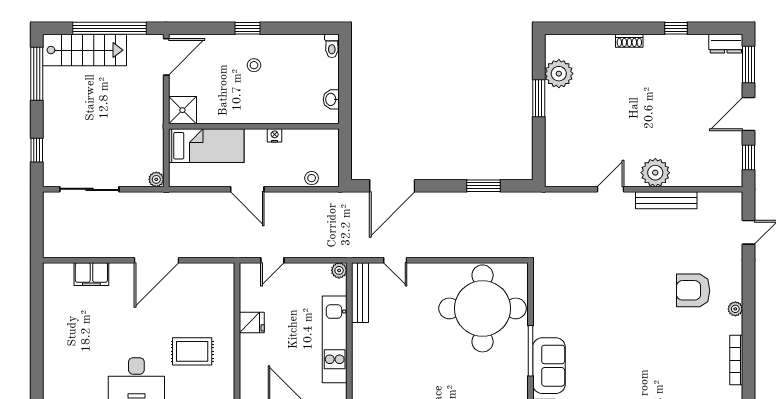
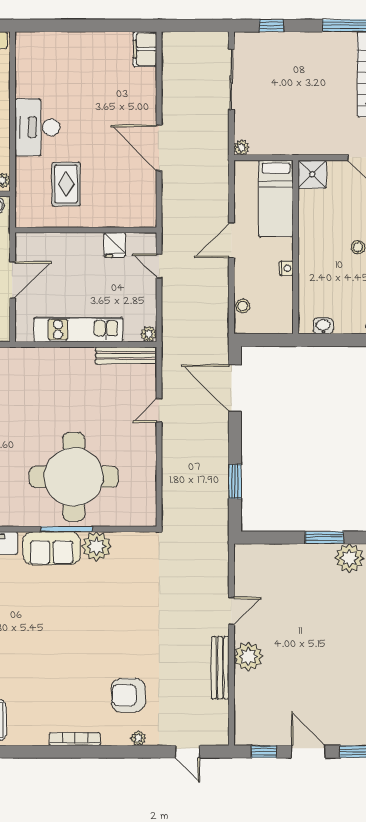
door: (611, 189) -> (231, 611), hinge flipped
door: (395, 260) -> (159, 411), moved
filing cabinet: (91, 274) -> (145, 49), moved
armchair: (693, 290) -> (128, 695), turned -90
round table: (483, 308) -> (74, 477), moved
plant: (735, 309) -> (138, 738), moved
plant: (547, 322) -> (96, 546), added
fridge: (252, 323) -> (115, 245), moved
bookcase: (736, 360) -> (75, 739), moved

